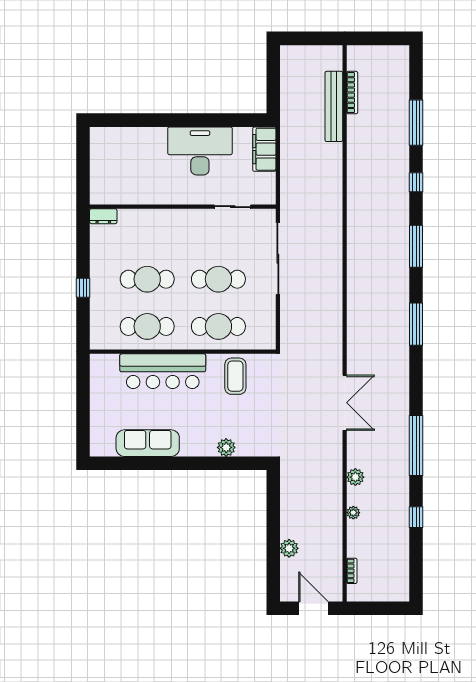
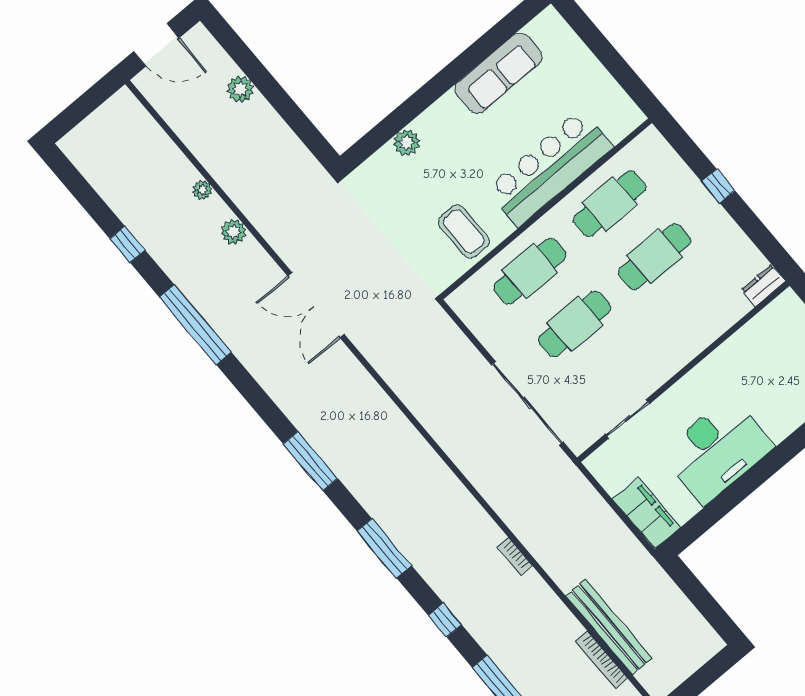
bookcase: (352, 571) -> (515, 556), moved

